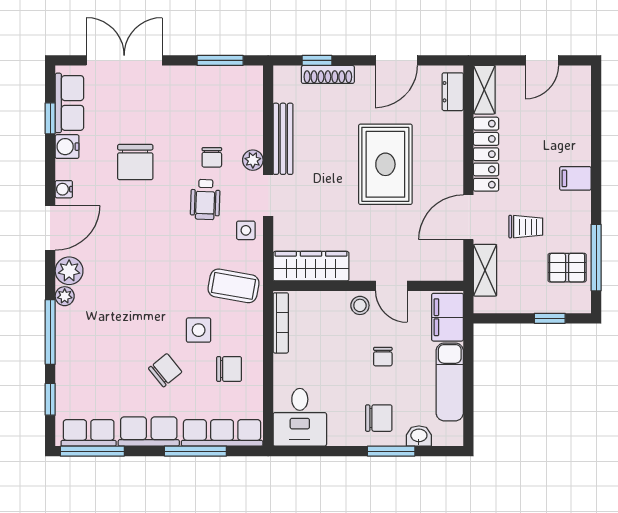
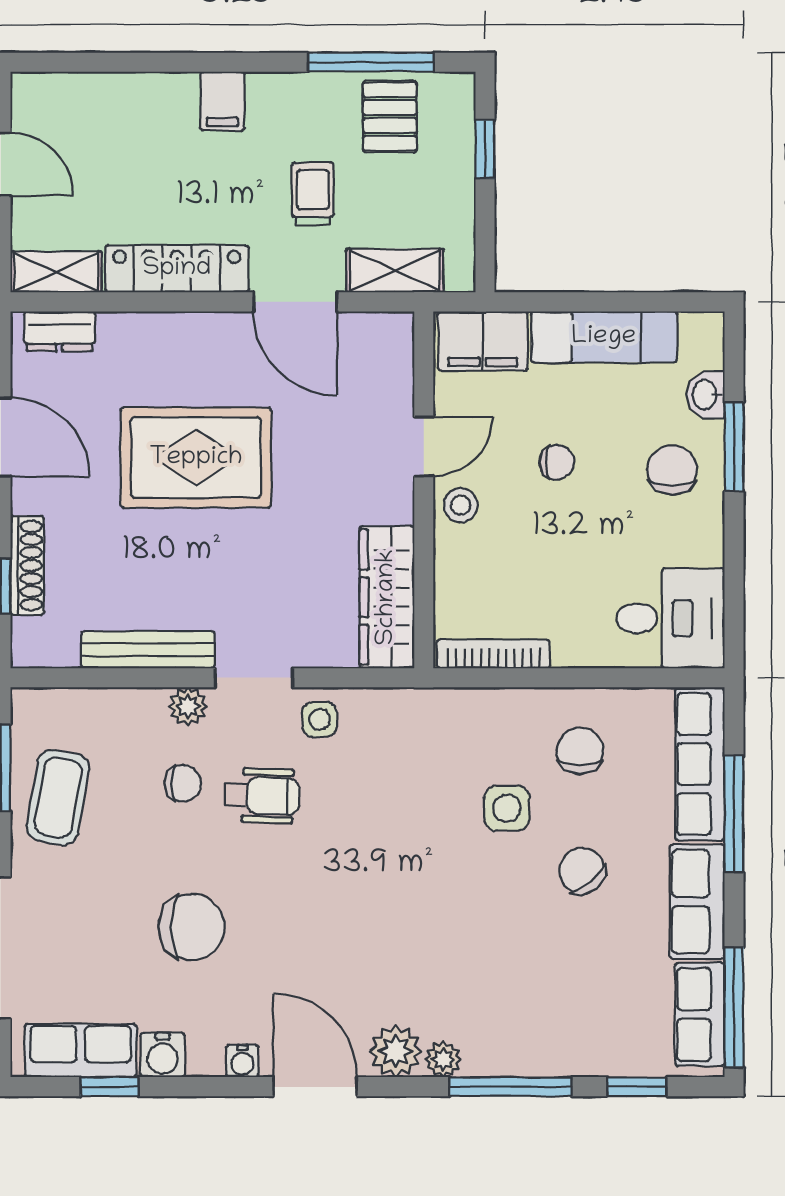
coffee table: (234, 286) -> (58, 797), moved

